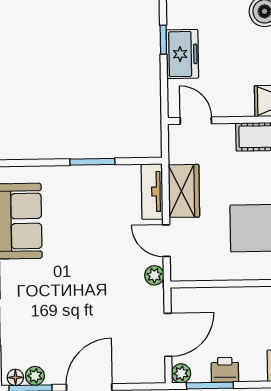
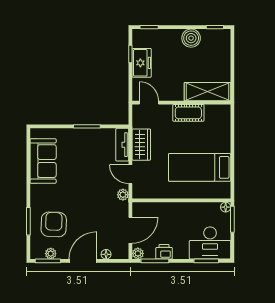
armchair: (39, 327) -> (54, 224), added
floor lamp: (15, 377) -> (106, 254), moved

